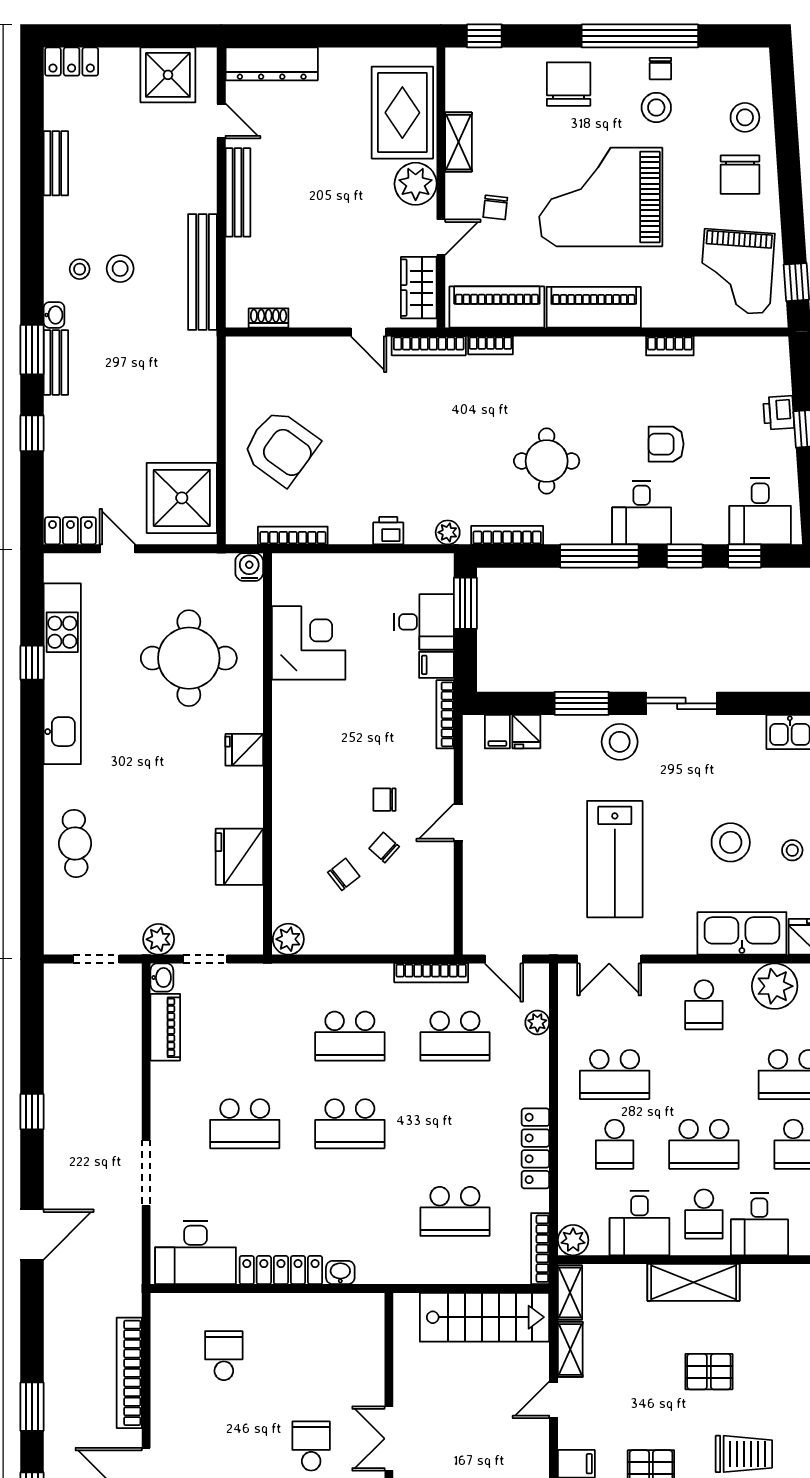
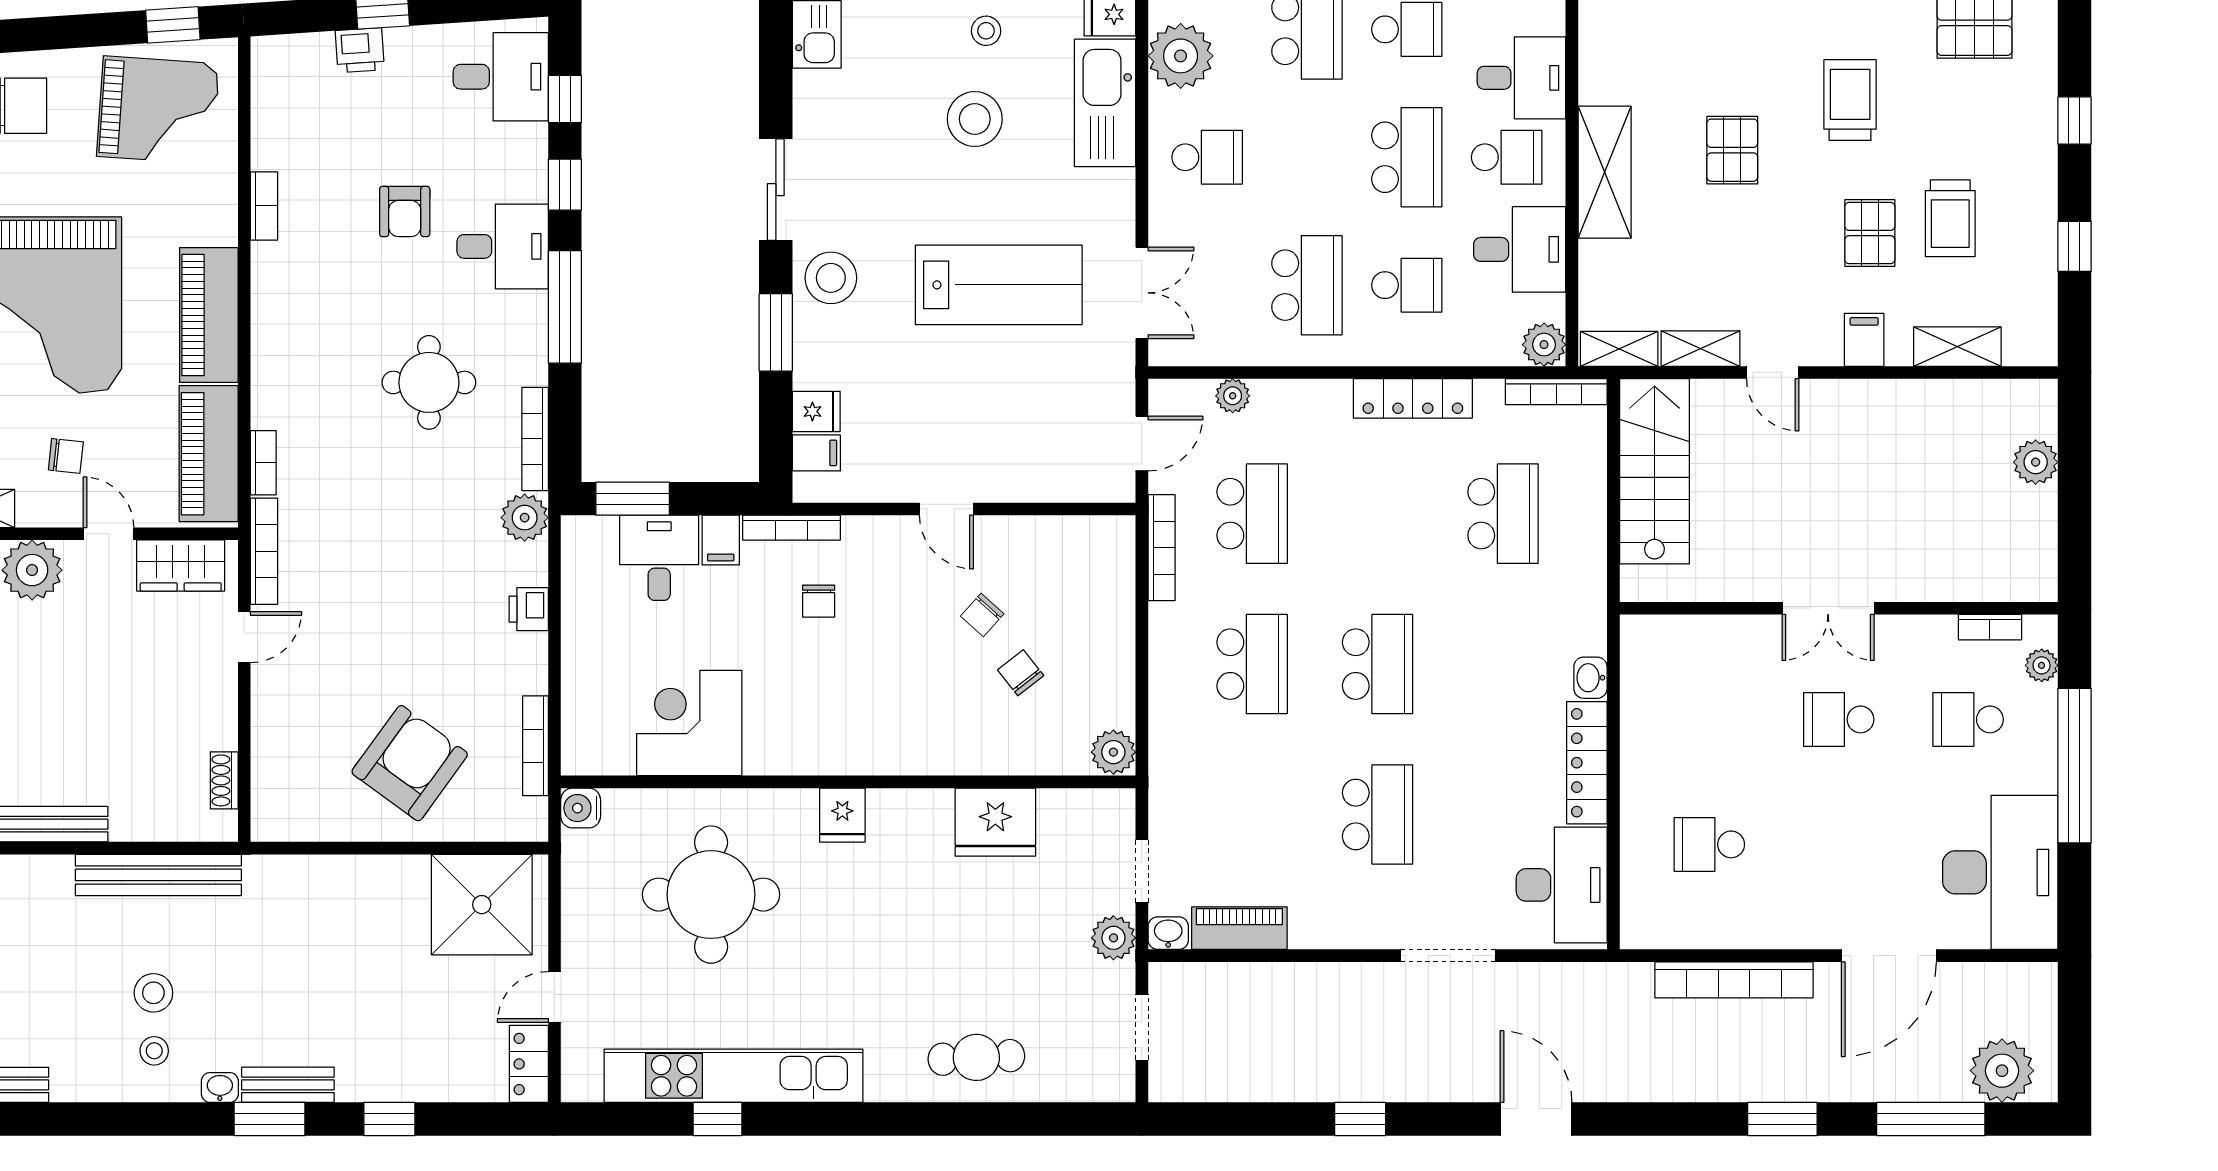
plant: (448, 532) -> (525, 518), width x1.38, depth x1.38
chair: (384, 800) -> (819, 601), moved

